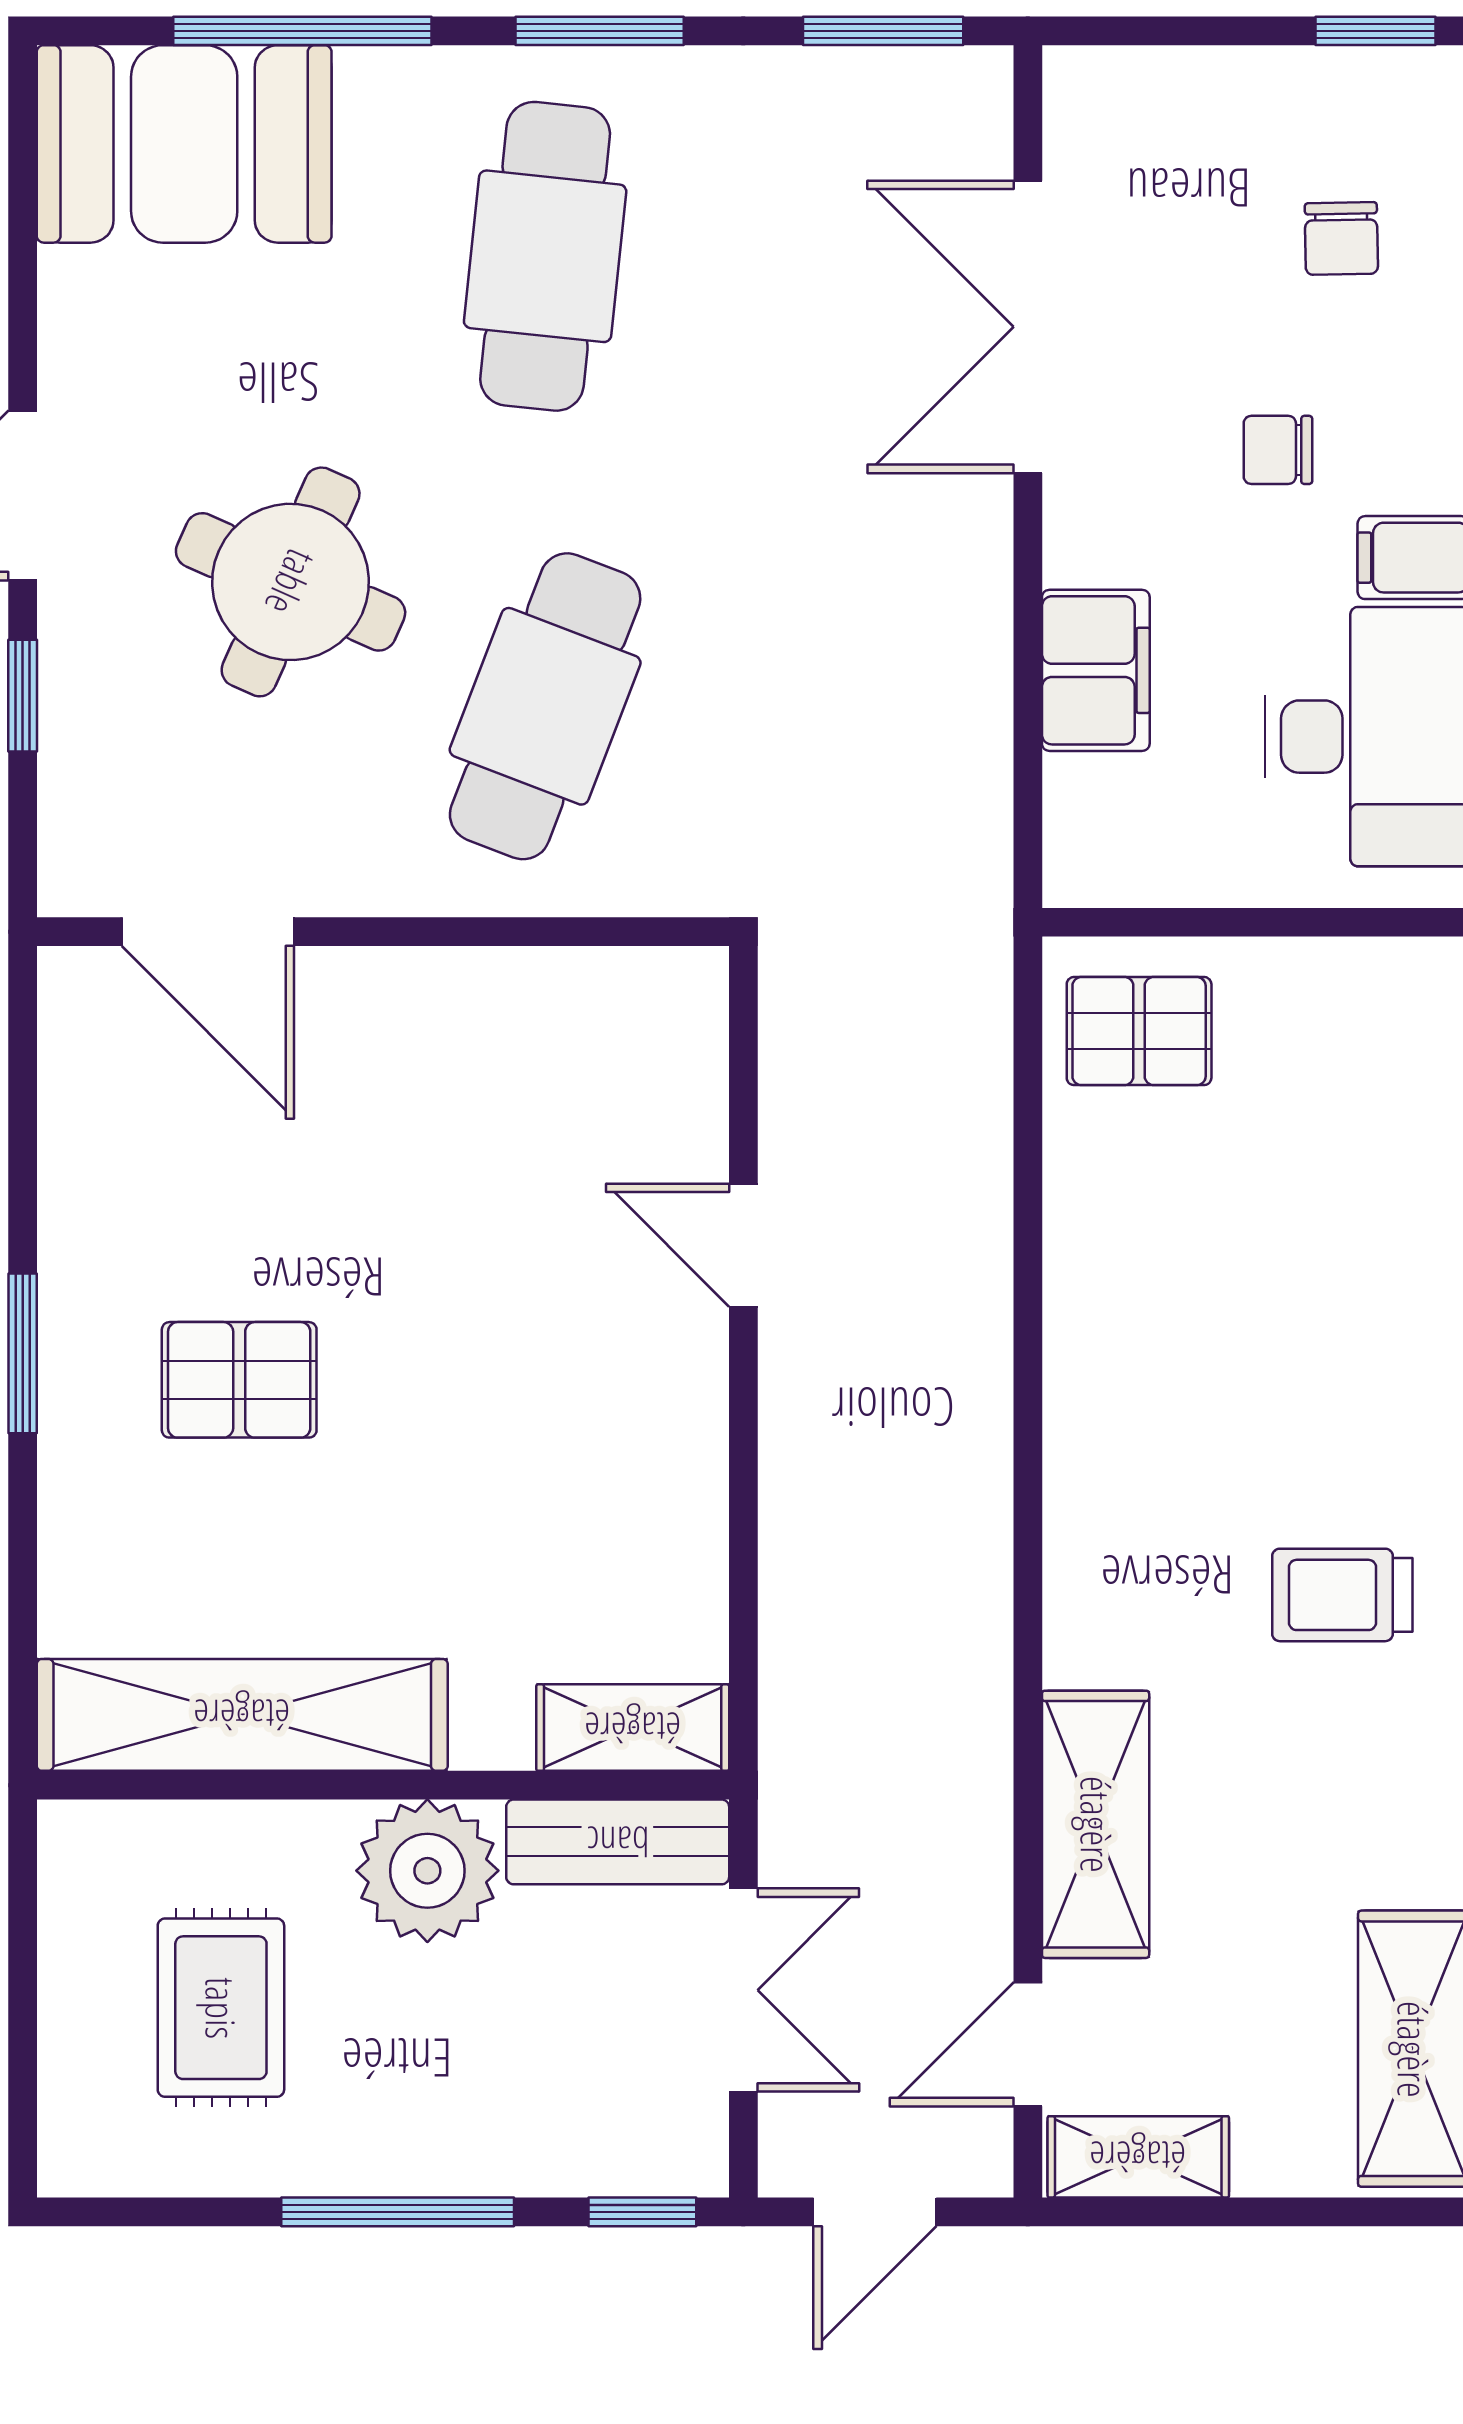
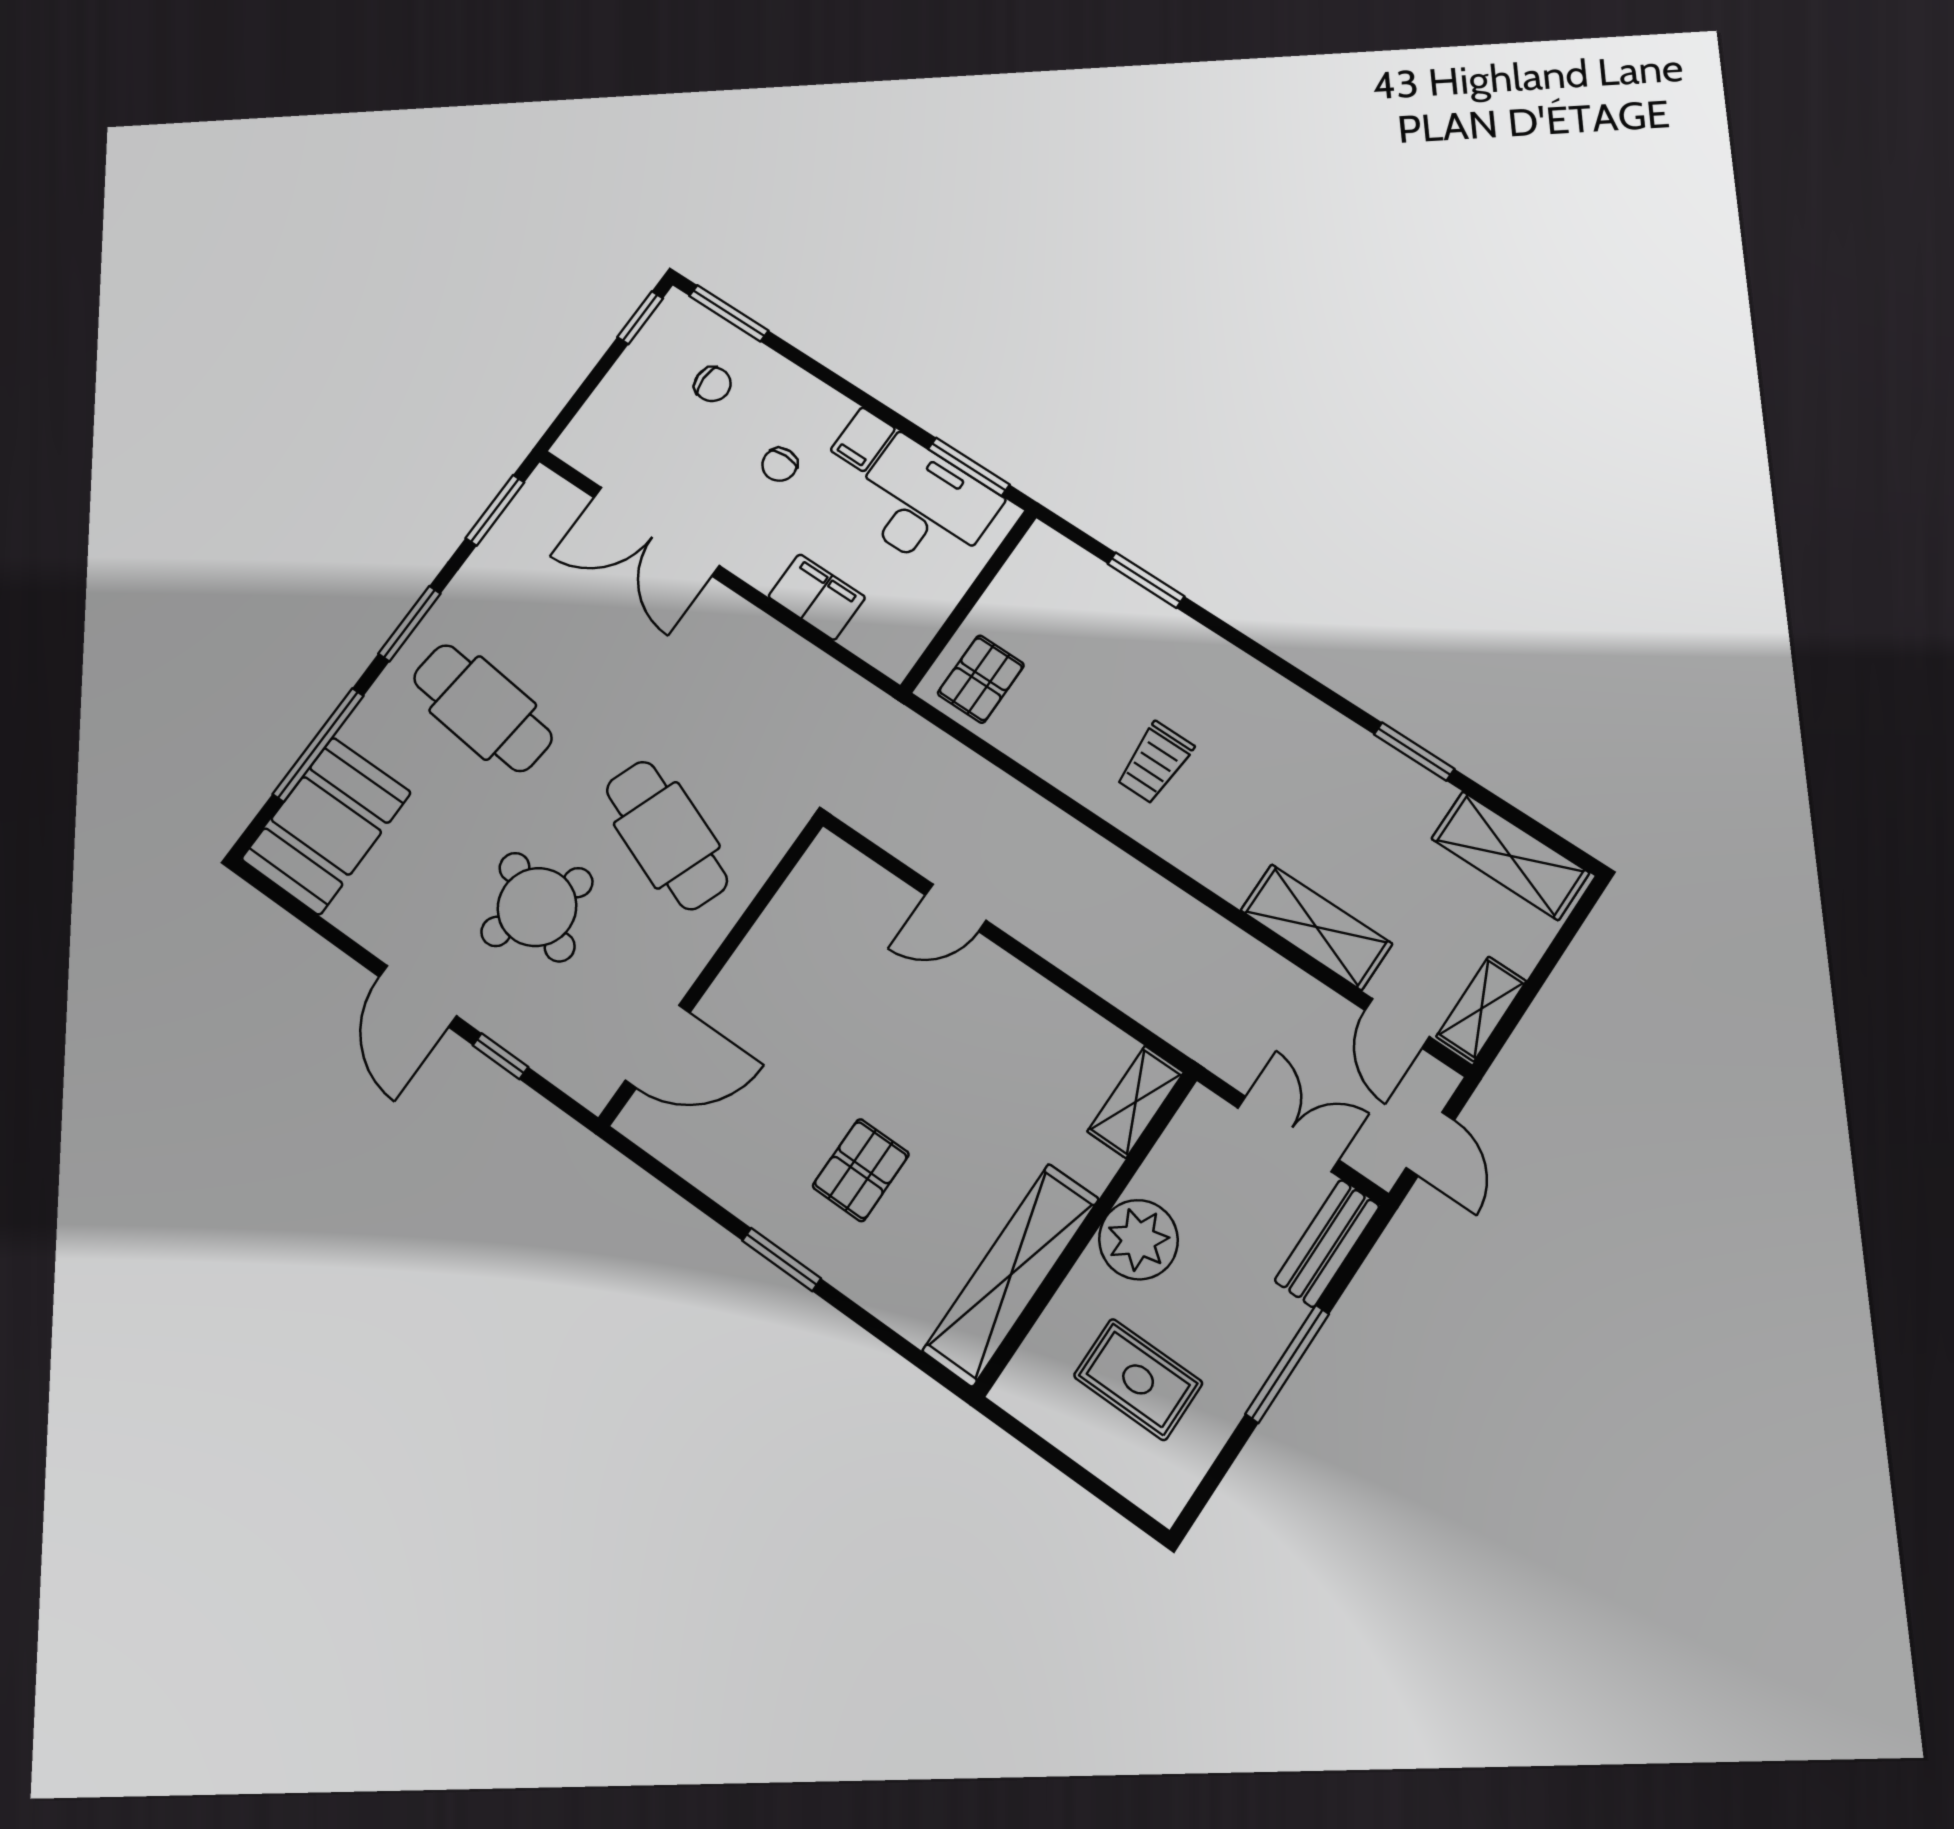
trolley: (1342, 1595) -> (1155, 763), moved
bench: (618, 1842) -> (1327, 1243), moved
window: (642, 2212) -> (1361, 1250), removed

